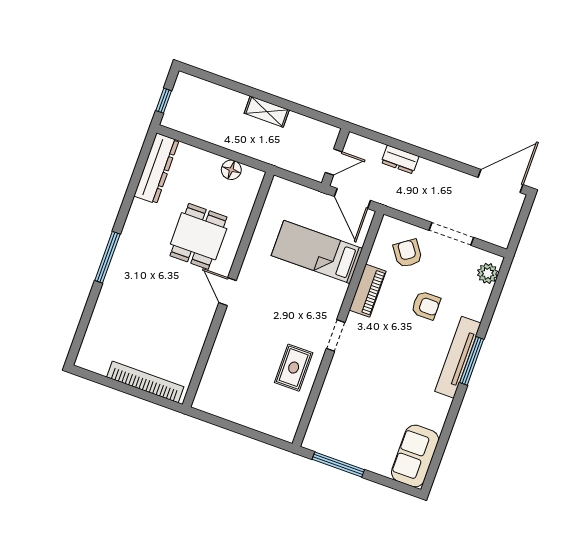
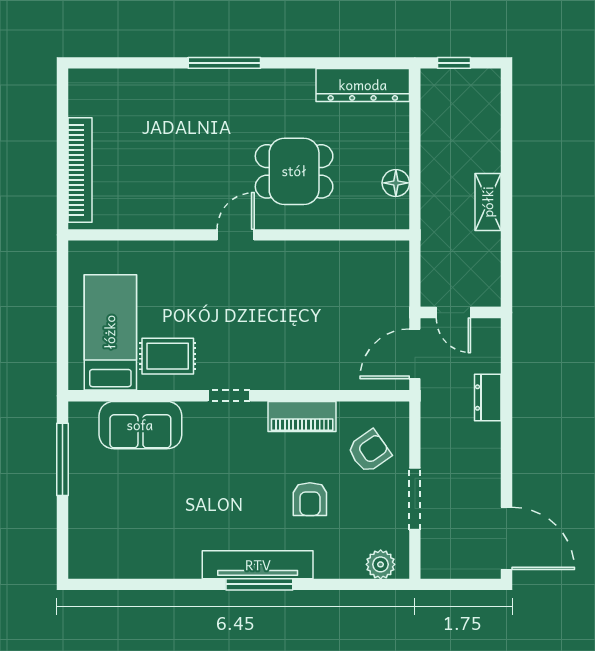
bed: (317, 252) -> (110, 332), moved
sofa: (415, 456) -> (140, 425), moved, turned 180

